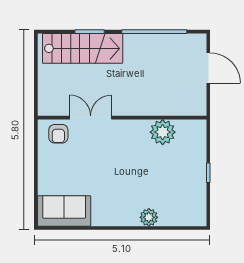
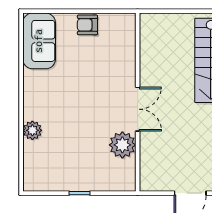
double door: (91, 118) -> (138, 109), moved
armchair: (58, 134) -> (87, 25), moved

